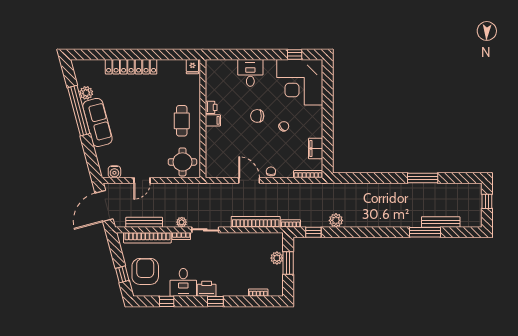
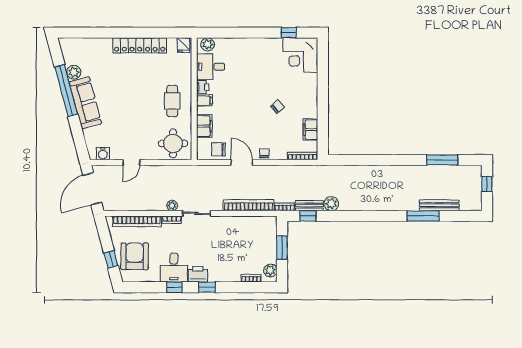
plant: (216, 66) -> (208, 44), added
locker: (131, 67) -> (140, 45), moved
desk: (250, 73) -> (211, 67), moved, turned -90
corner desk: (300, 82) -> (300, 55), width x0.74, depth x0.74
chair: (257, 116) -> (218, 149), moved
filing cabinet: (213, 145) -> (204, 126), added
window: (423, 178) -> (442, 160), moved
bench: (144, 222) -> (309, 206), moved, width x0.73
plant: (277, 258) -> (270, 270), moved
window: (167, 301) -> (174, 287), moved

